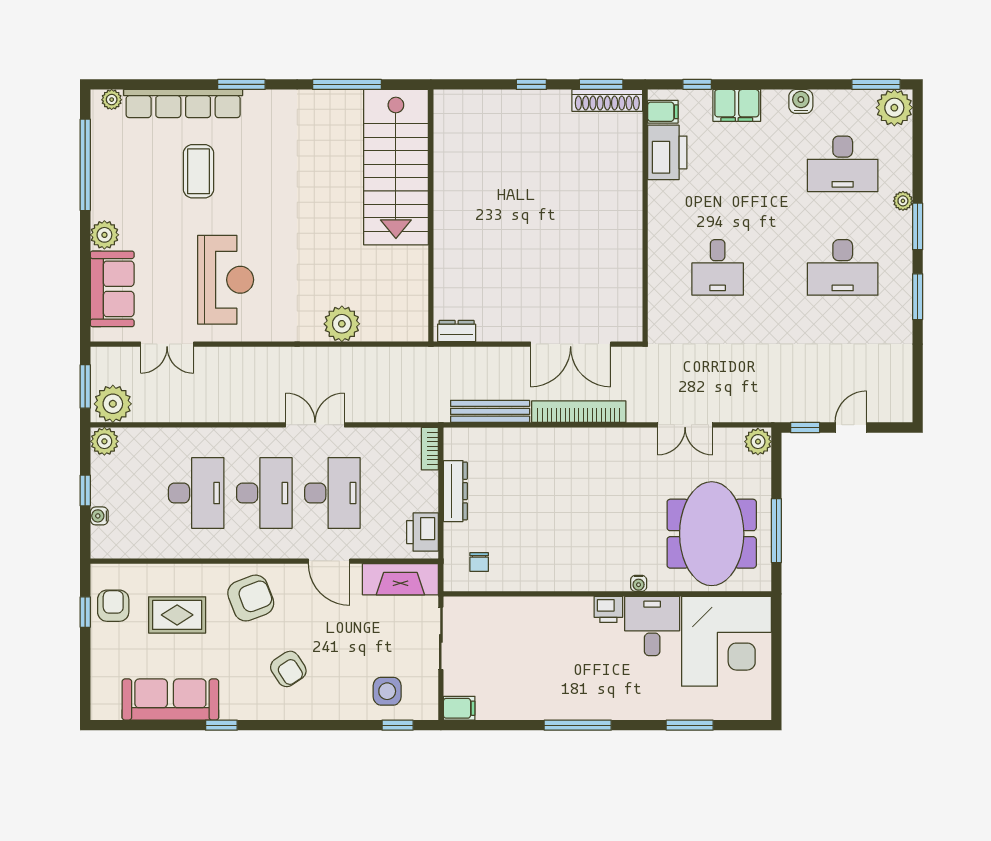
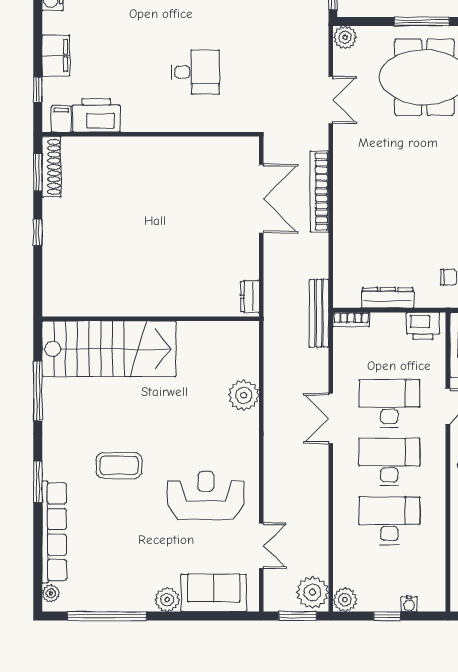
coffee table: (198, 171) -> (119, 465), moved
bench: (490, 411) -> (319, 313), moved

